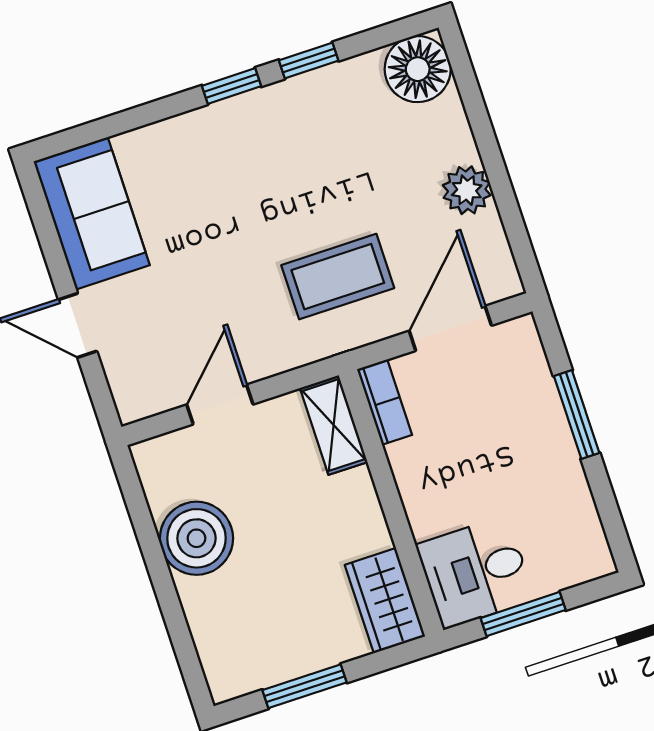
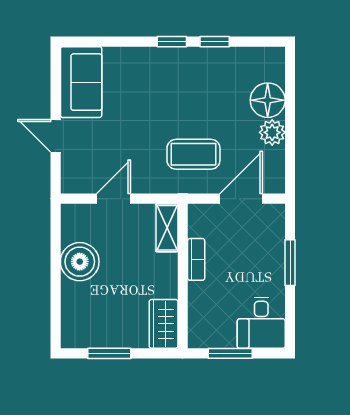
floor lamp: (418, 69) -> (268, 100), moved
bookcase: (385, 402) -> (196, 259), moved
desk: (475, 572) -> (261, 323), moved, turned -90

